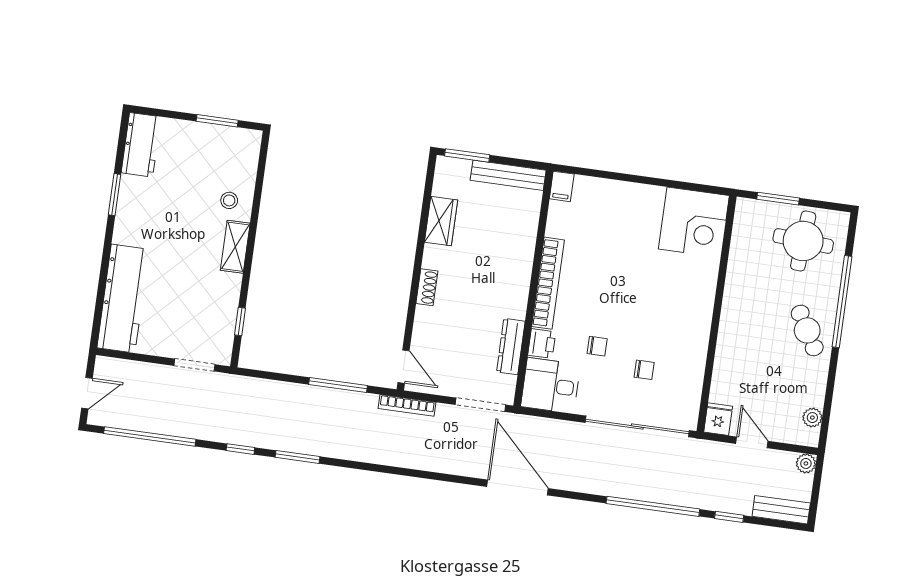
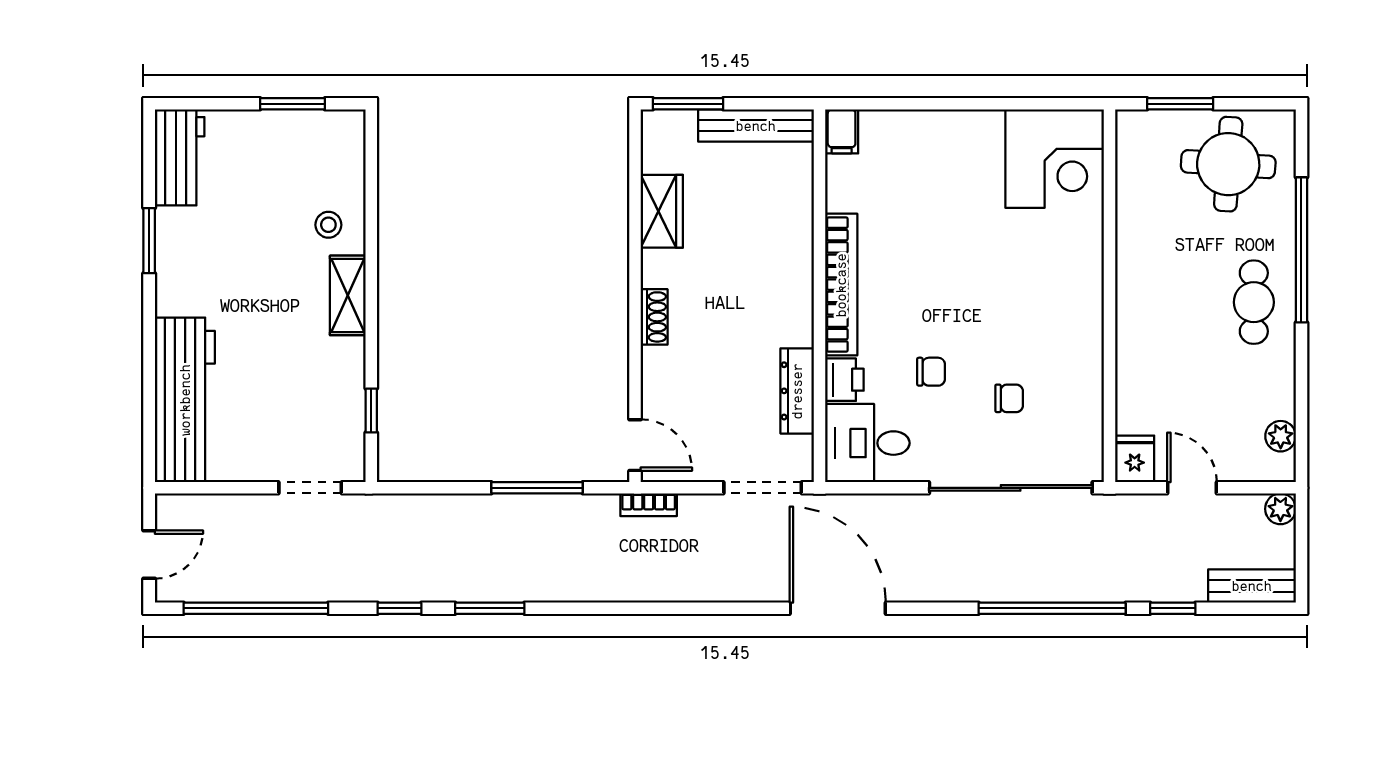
cafe table: (807, 330) -> (1254, 302), turned 30
bookcase: (407, 405) -> (649, 505), width x0.64

